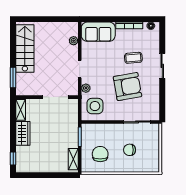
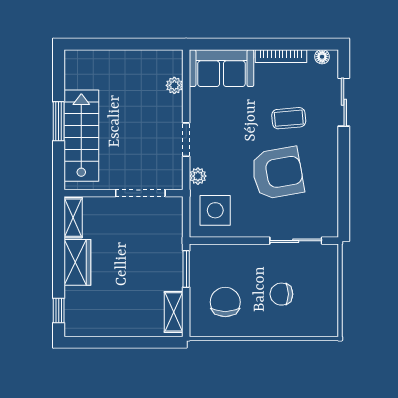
stairs: (25, 48) -> (81, 136), moved
sliding door: (162, 66) -> (344, 102), moved
window: (13, 77) -> (59, 121), moved

